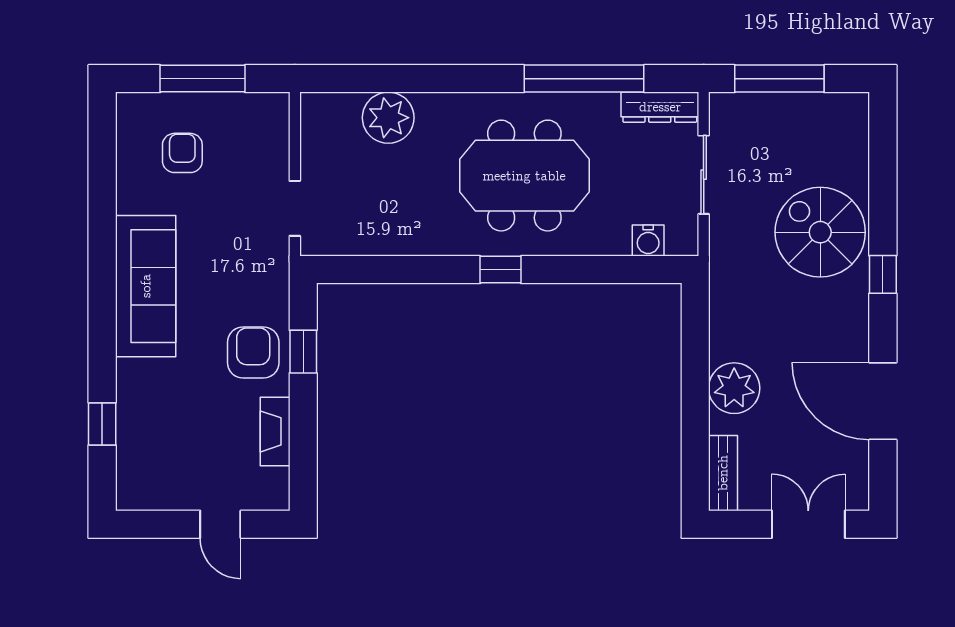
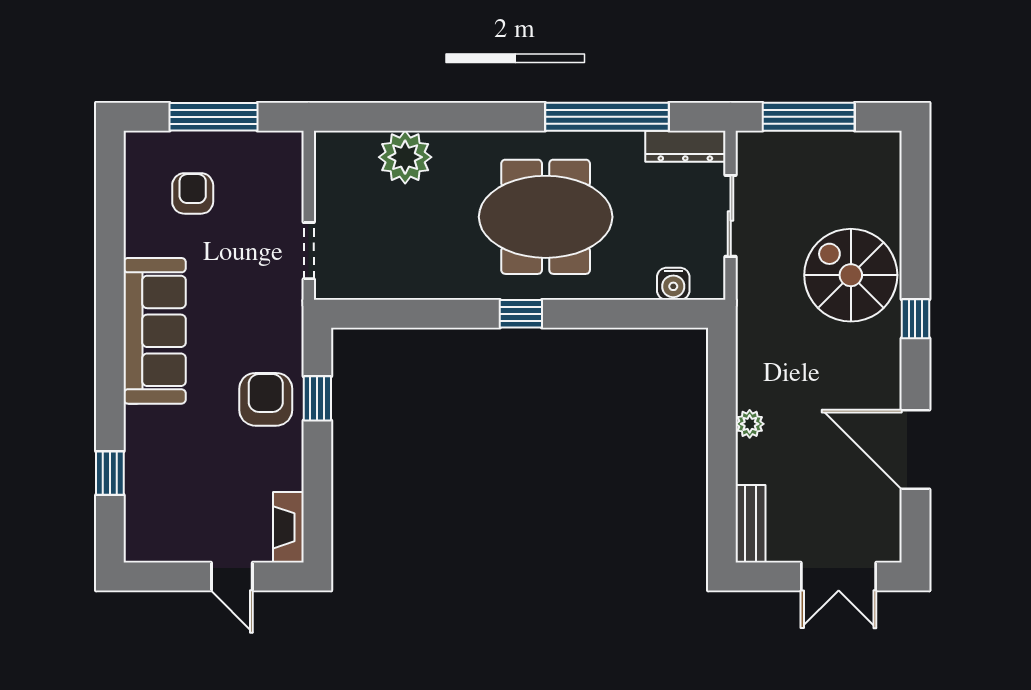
plant: (734, 388) -> (750, 424), width x0.53, depth x0.53
fireplace: (275, 431) -> (288, 527), moved
double door: (808, 524) -> (839, 577), swing flipped

